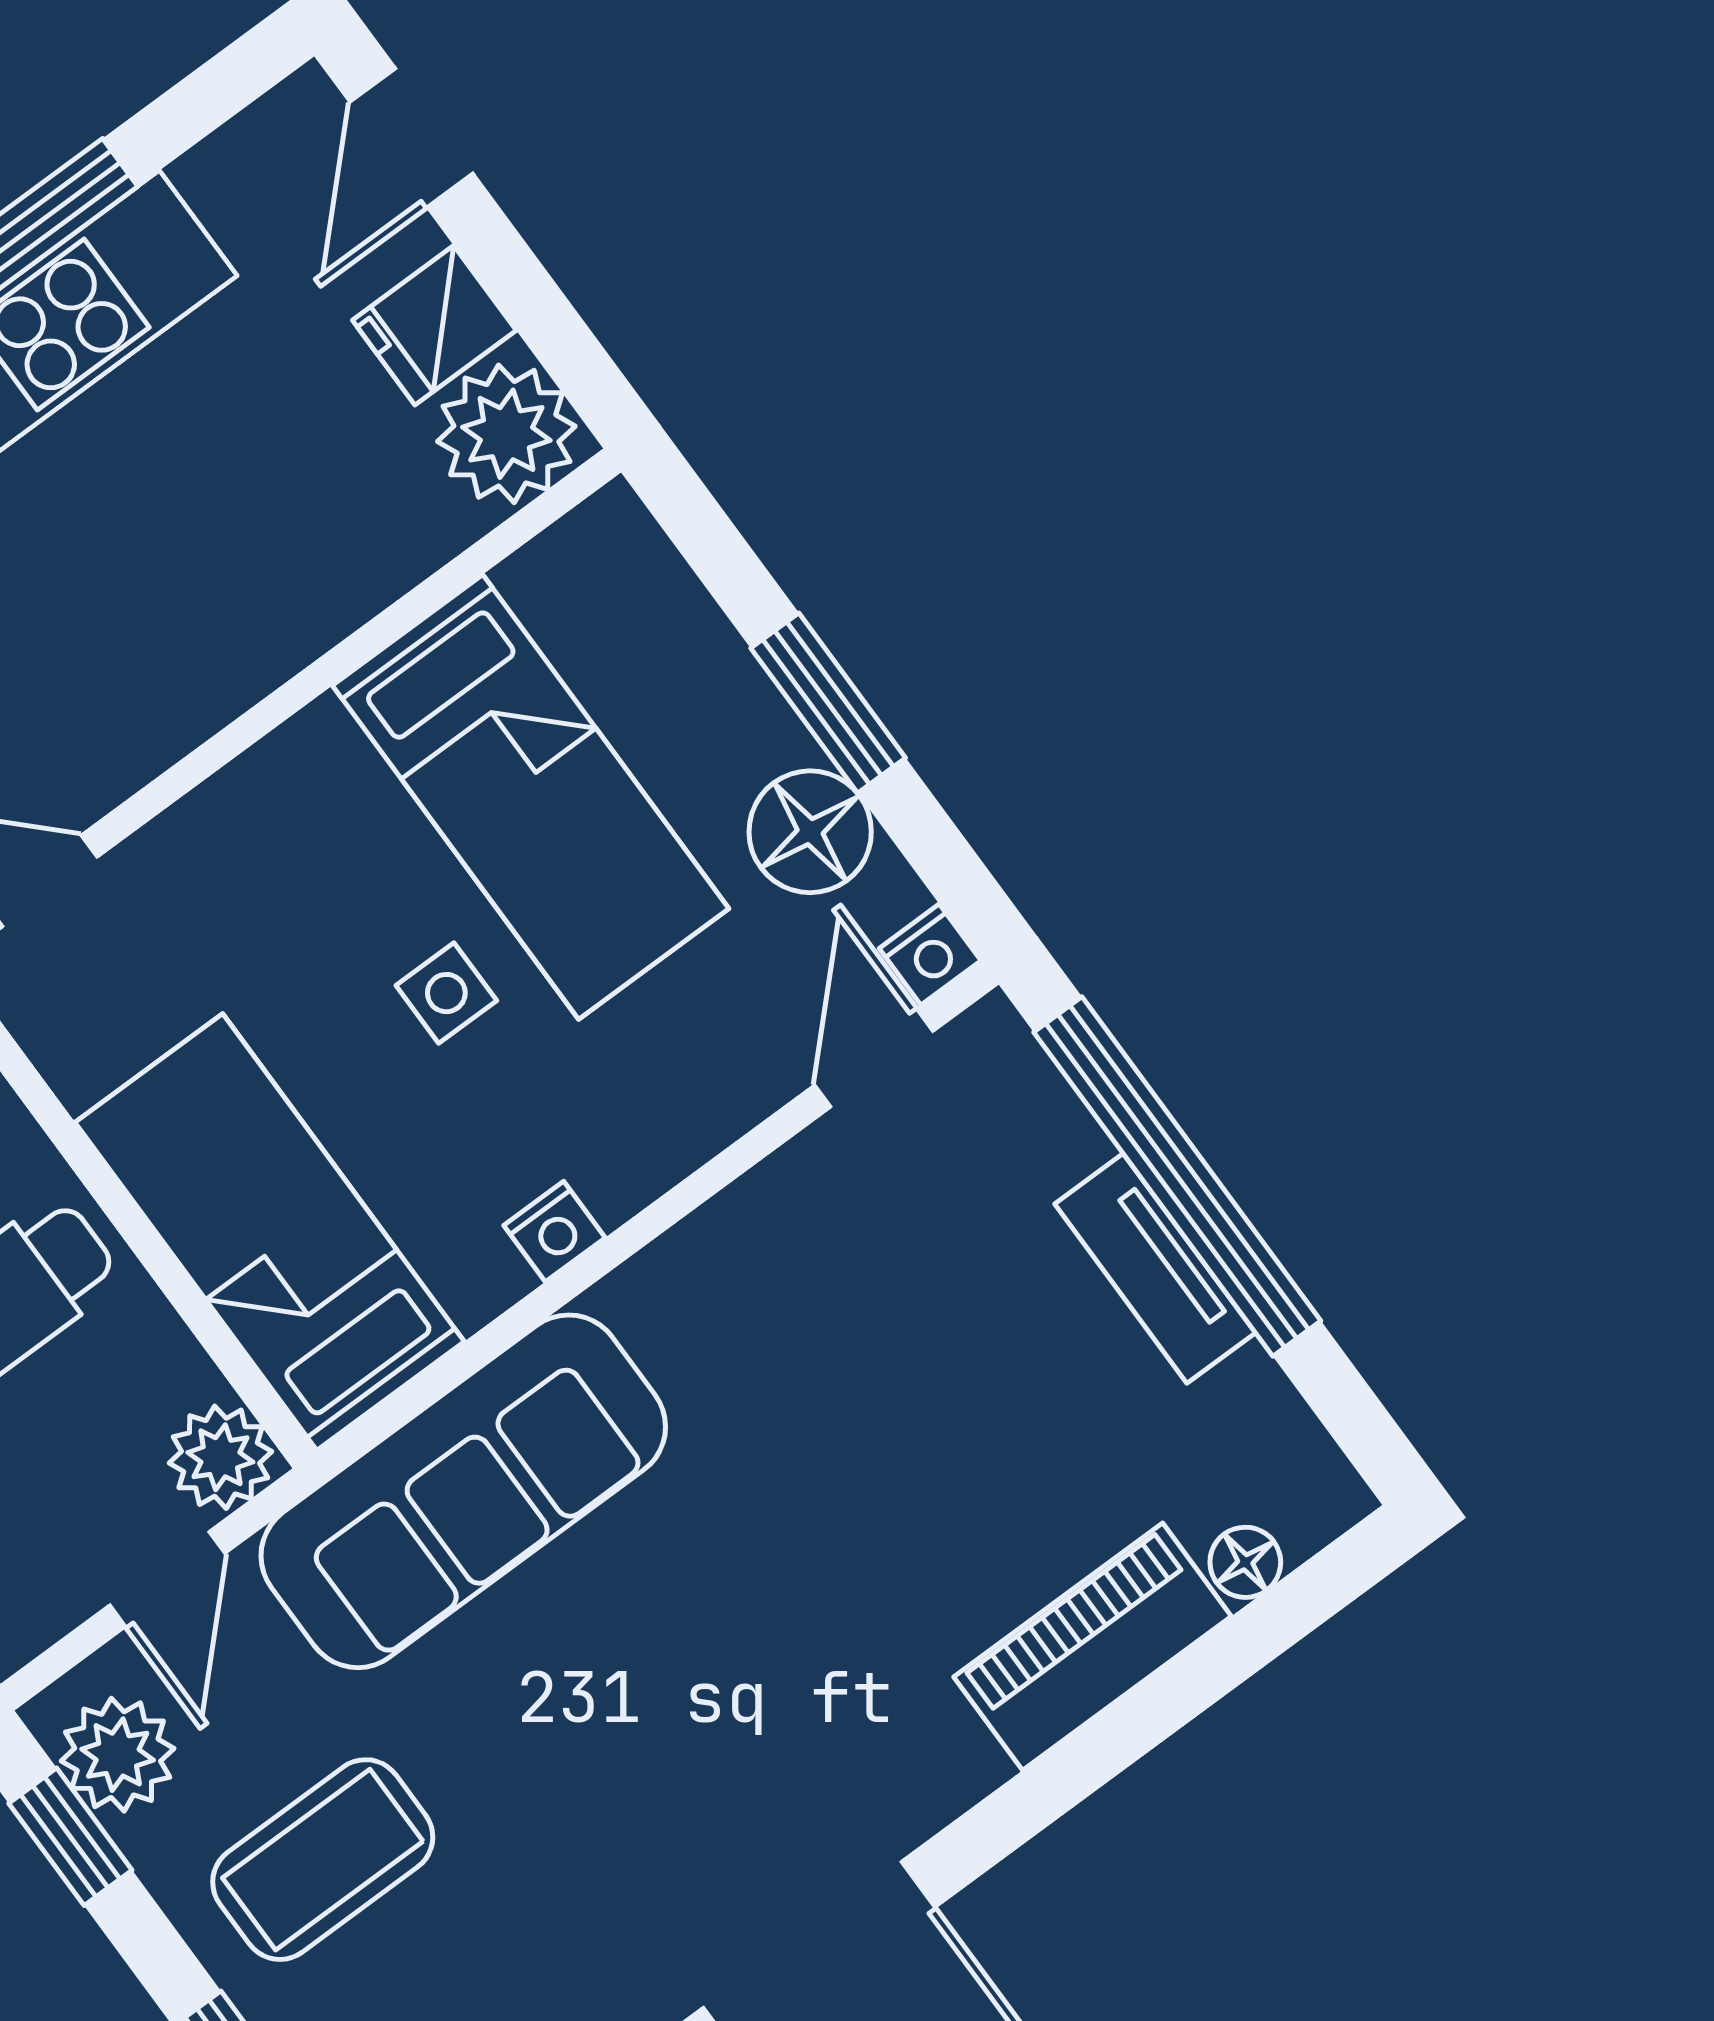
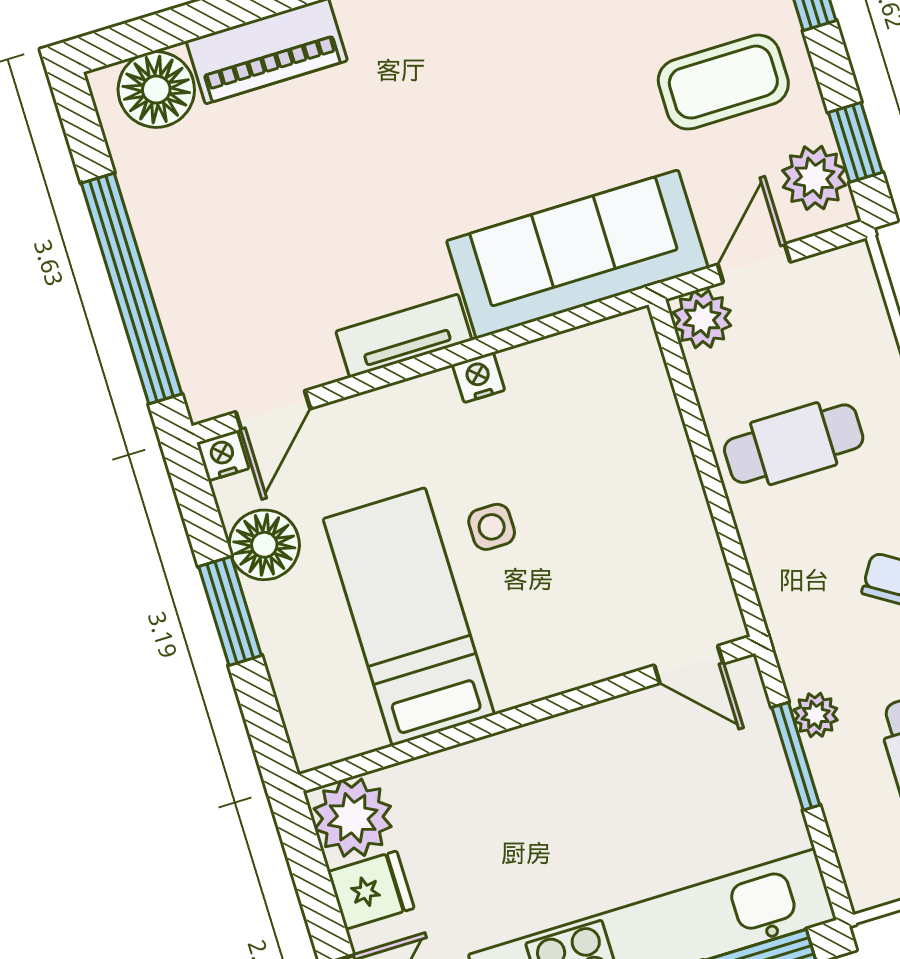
bed: (270, 1232) -> (633, 431), removed
tv unit: (1155, 1268) -> (404, 336), moved, turned -90
floor lamp: (1245, 1562) -> (156, 90), width x1.89, depth x1.89

